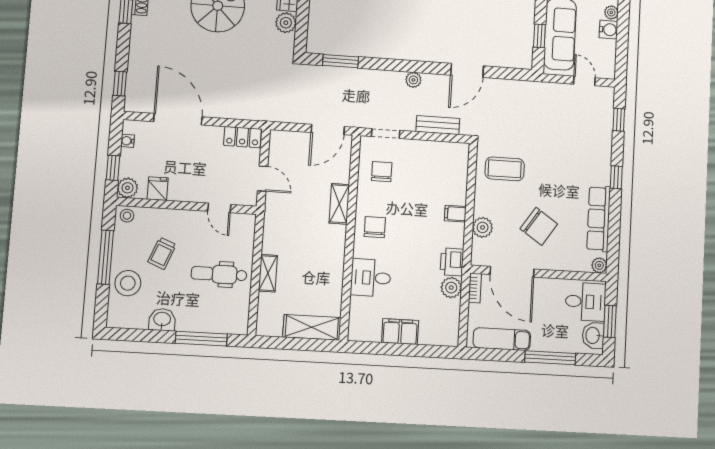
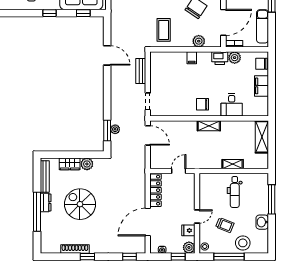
plant: (413, 80) -> (115, 129), moved
locker: (242, 137) -> (156, 190), width x1.53
chair: (382, 172) -> (261, 64), moved
shelving: (339, 204) -> (209, 126), moved
door: (219, 208) -> (197, 217), moved

